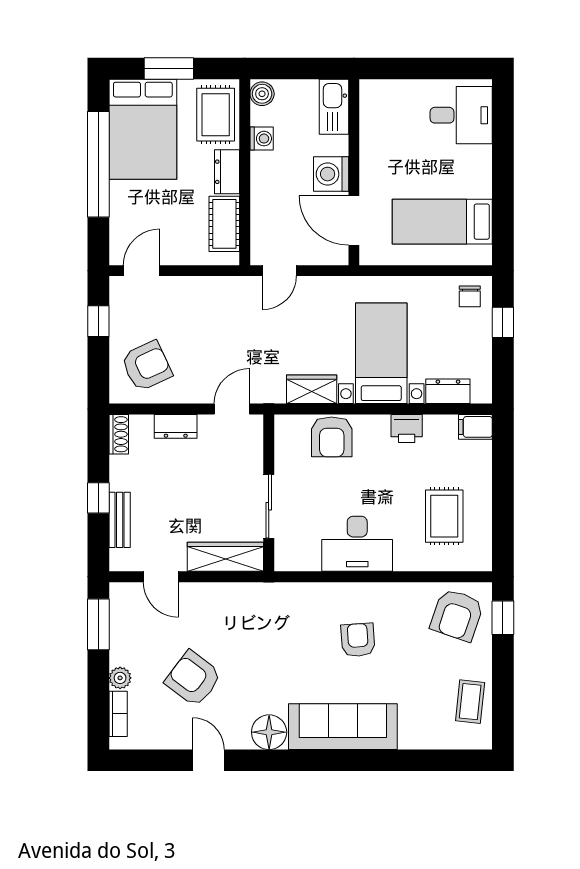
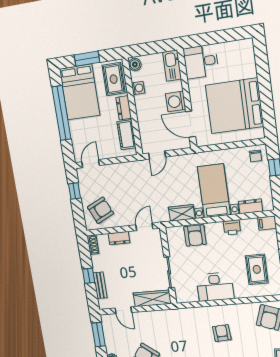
desk: (461, 115) -> (201, 62), moved, turned 180
bed: (442, 222) -> (235, 106), width x2.04

